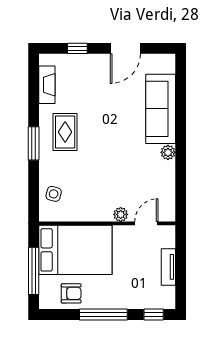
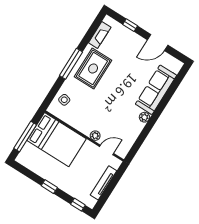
rug: (65, 132) -> (93, 69), width x1.36, depth x1.43
window: (34, 143) -> (71, 64), width x1.44
tv unit: (168, 267) -> (104, 183), width x1.41
armchair: (71, 293) -> (38, 163), removed
window: (103, 314) -> (49, 187), width x0.46

